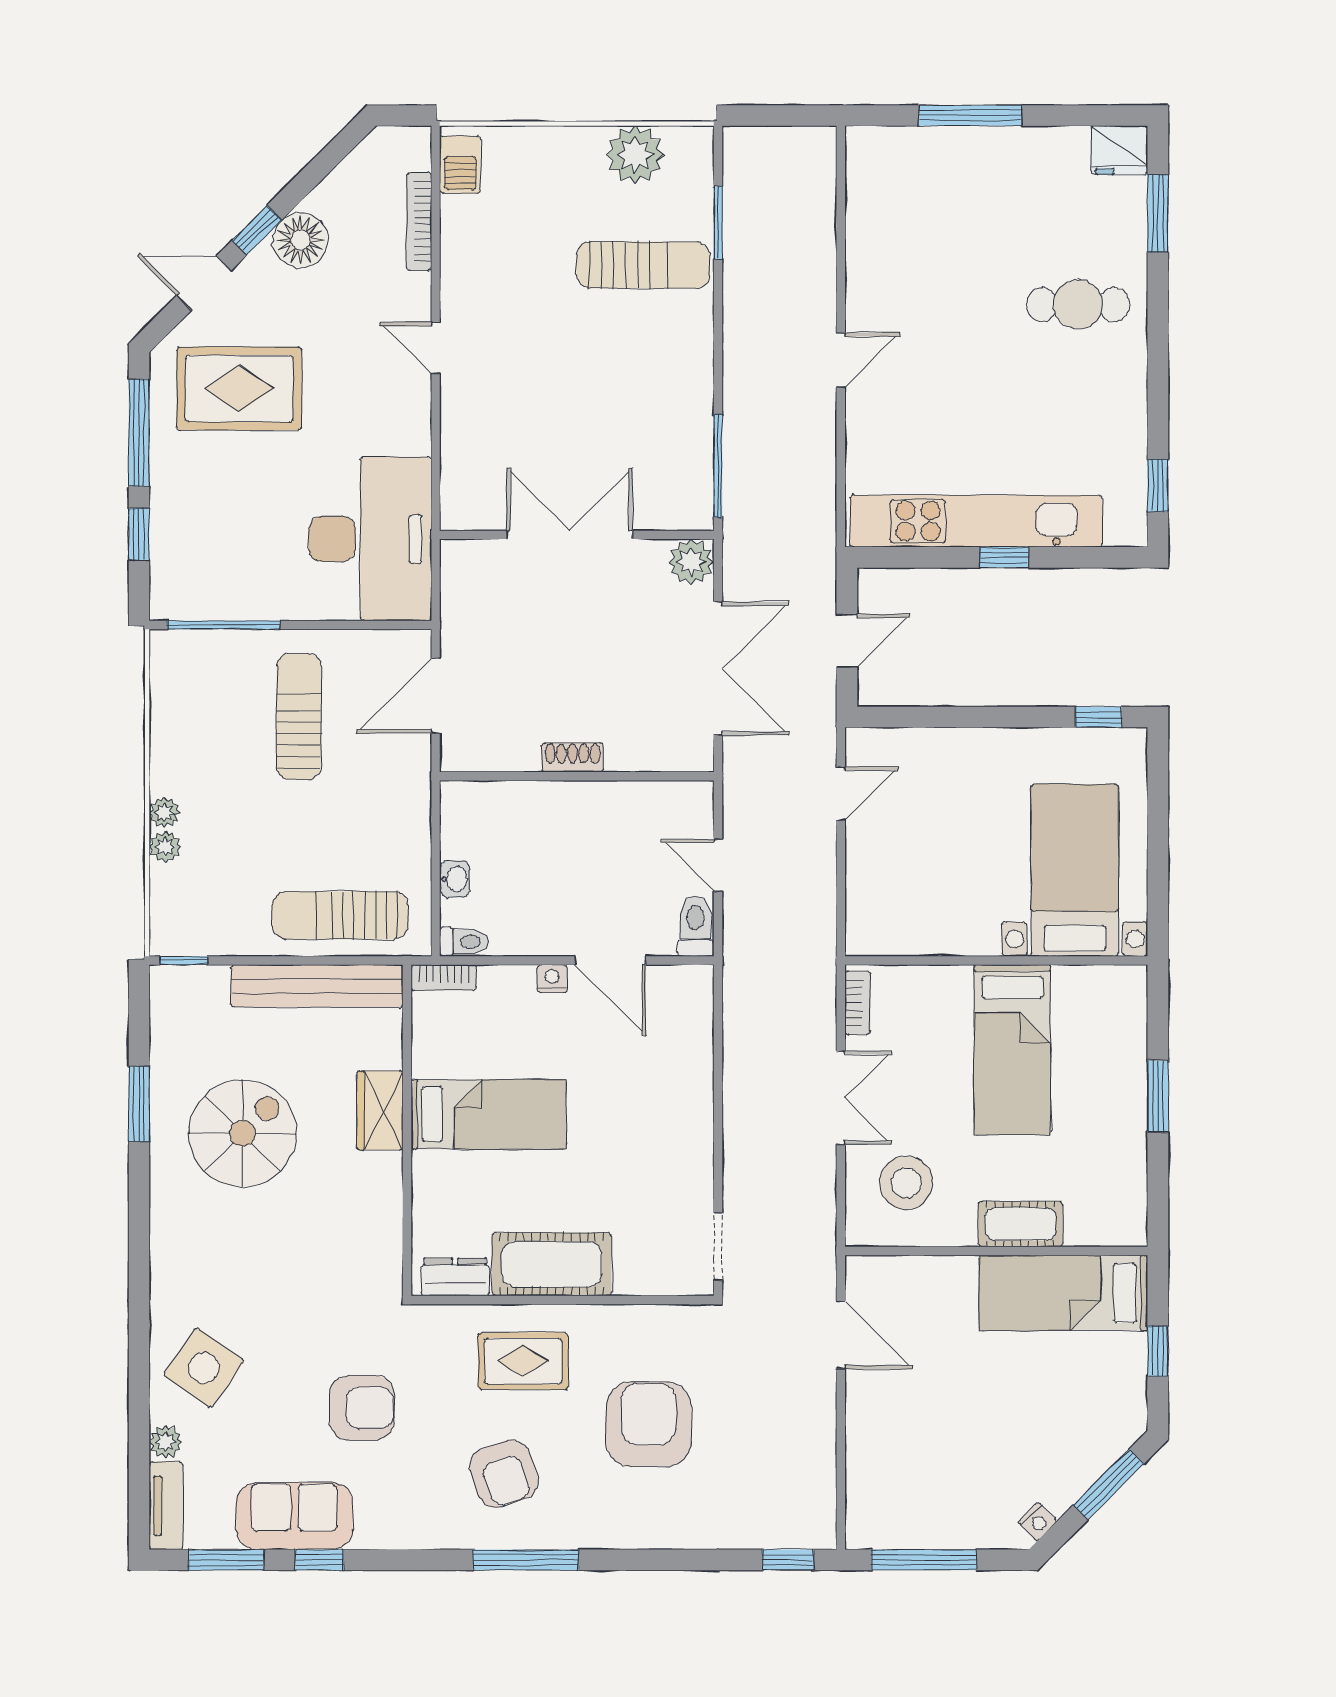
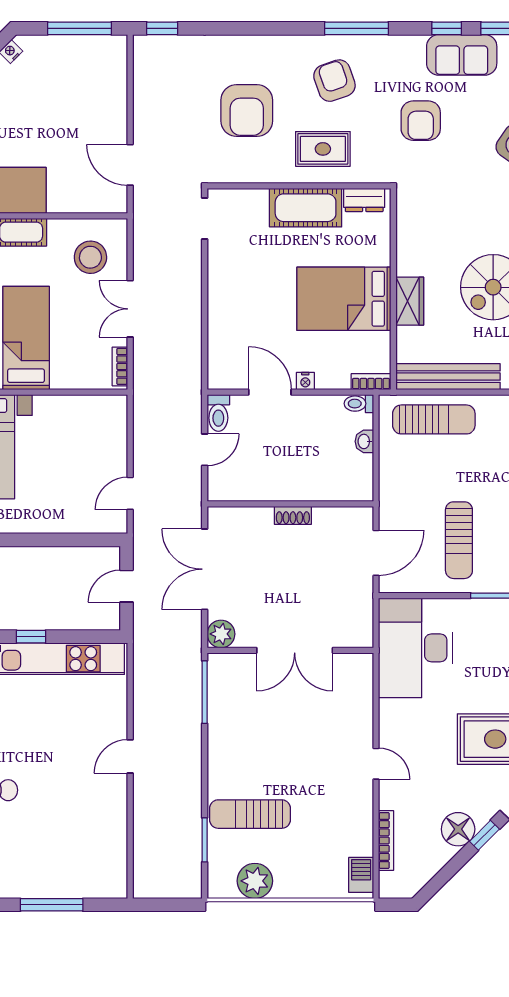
door: (718, 865) -> (205, 450), hinge flipped
bed: (488, 1114) -> (344, 299), width x1.50
armchair: (362, 1408) -> (421, 121), turned -90
window: (526, 1560) -> (356, 28), moved

